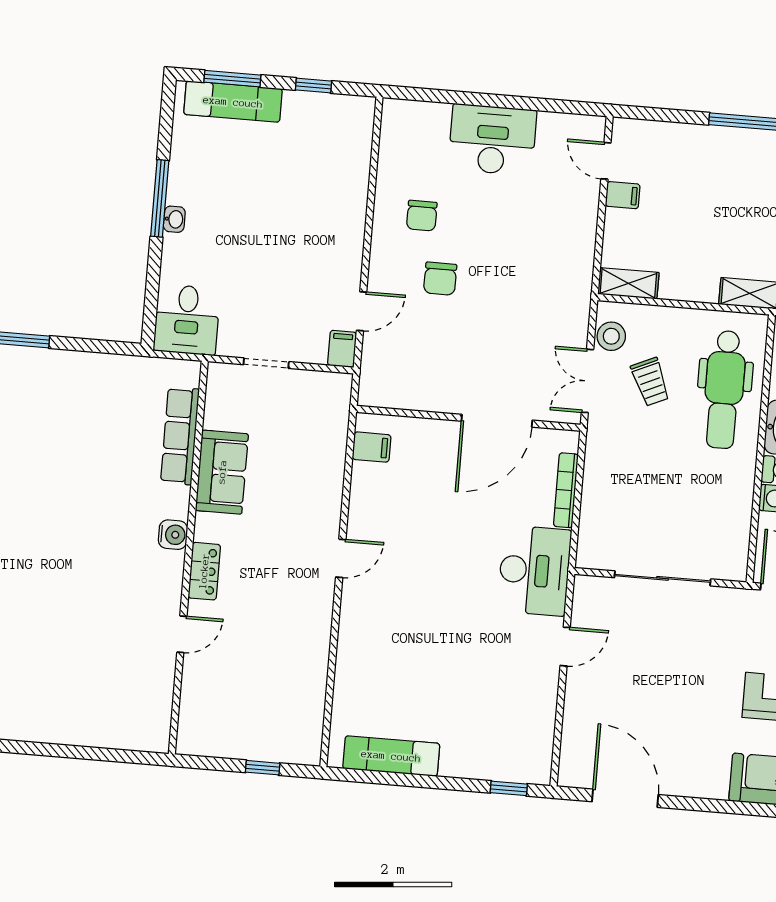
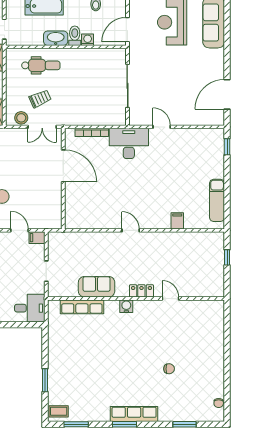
dental chair: (724, 390) -> (41, 65), width x0.73, depth x0.72
filing cabinet: (372, 447) -> (177, 221), moved
chair: (26, 618) -> (169, 369), added

